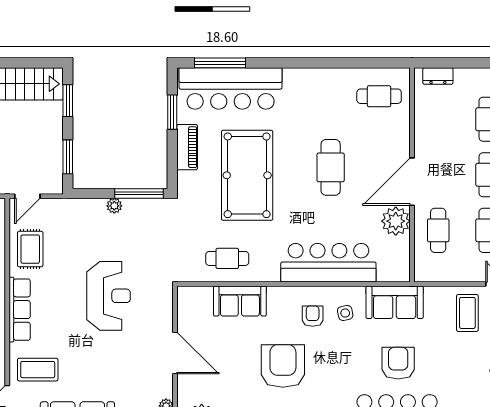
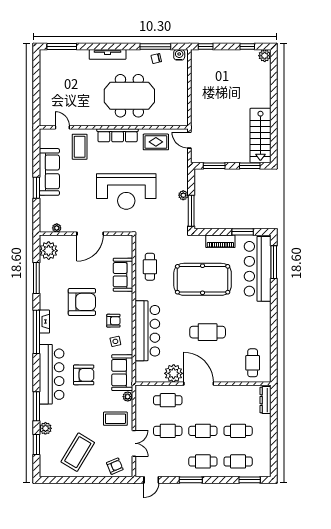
dresser: (438, 76) -> (265, 400), width x1.44
plant: (432, 294) -> (128, 397), added
reception desk: (109, 296) -> (126, 192), width x1.36, depth x1.30

